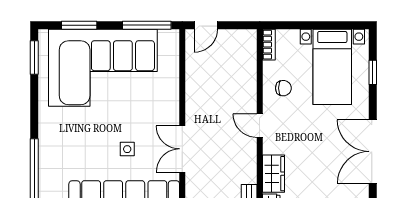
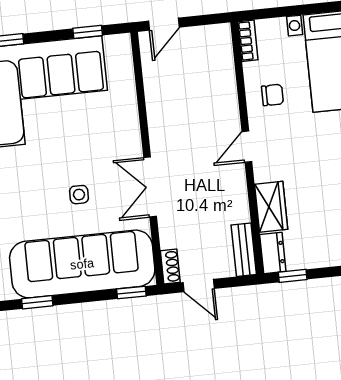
window: (147, 25) -> (88, 32), width x0.46
door: (260, 126) -> (247, 147), hinge flipped

